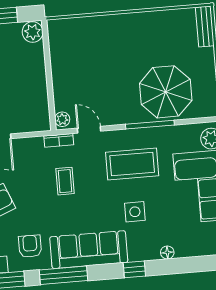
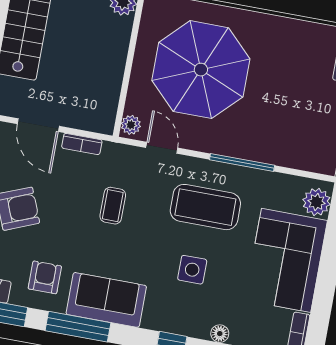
parasol: (166, 92) -> (201, 70), moved, width x1.36, depth x1.36
bookcase: (59, 140) -> (82, 144), moved
sofa: (89, 250) -> (106, 300), width x0.73

